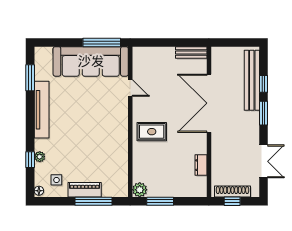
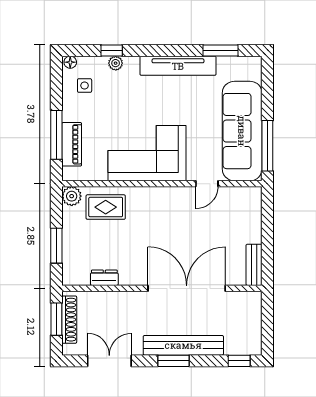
bench: (252, 80) -> (183, 345), moved
window: (263, 84) -> (239, 361), moved
rug: (152, 132) -> (106, 207), moved, turned 90
corner sofa: (107, 133) -> (147, 153), added
double door: (263, 161) -> (109, 361), swing flipped
piano: (85, 190) -> (72, 144), moved
window: (160, 201) -> (56, 246), moved
window: (232, 201) -> (56, 319), width x1.50

